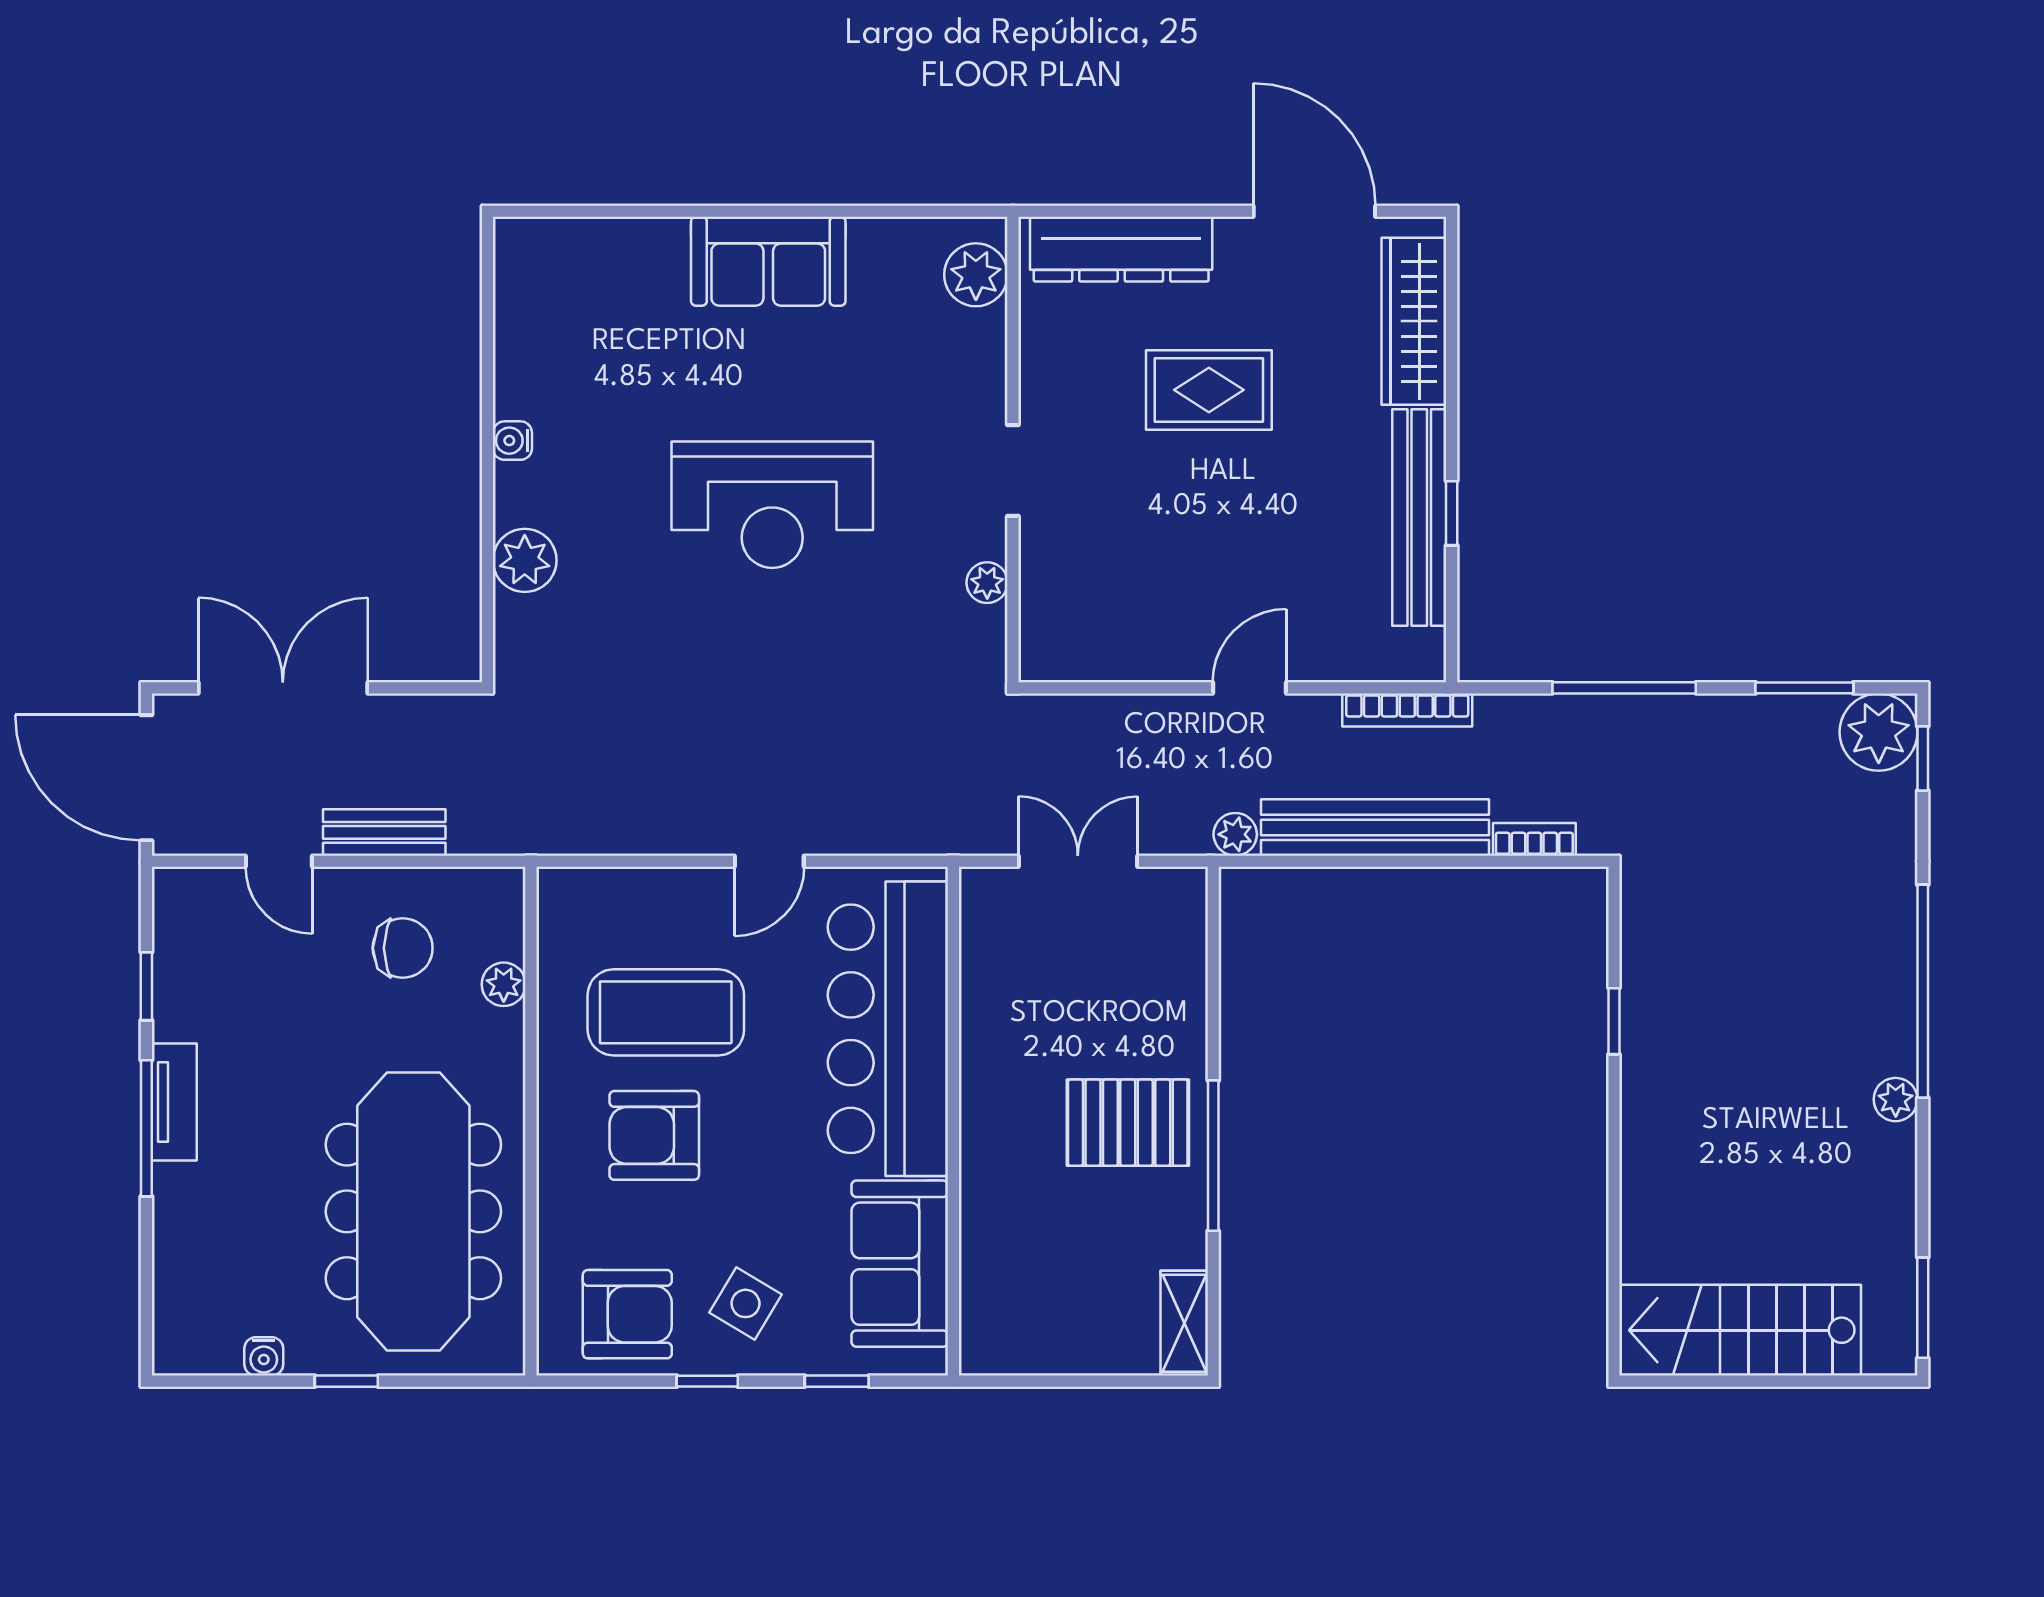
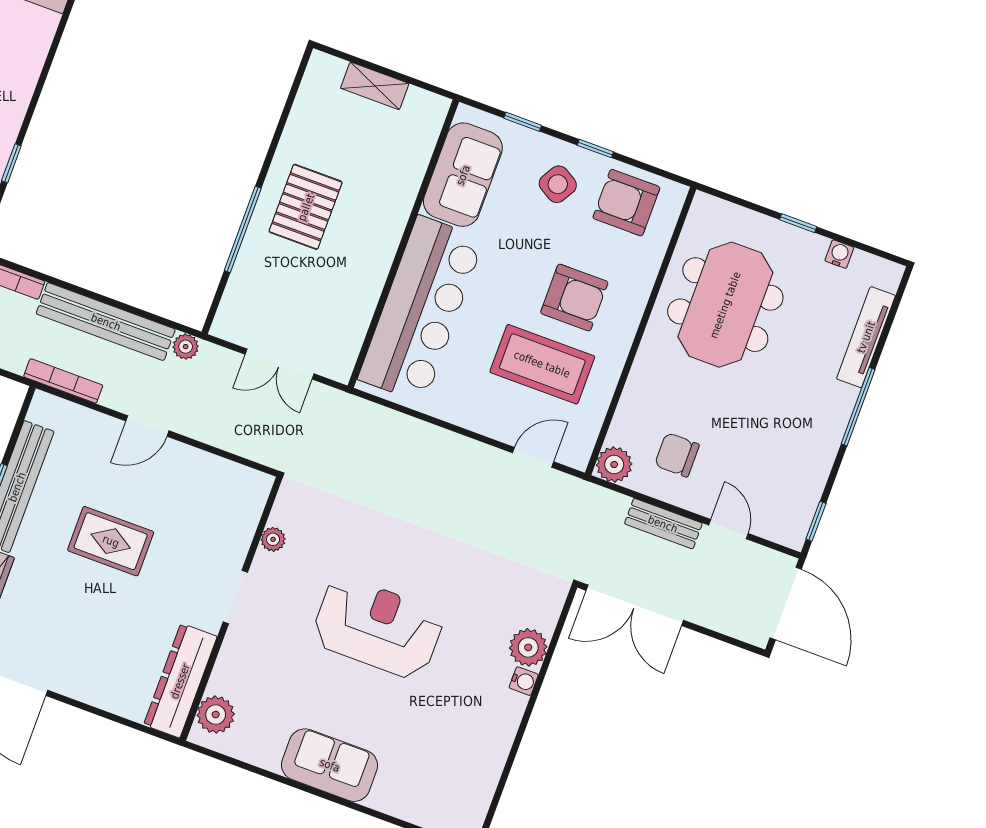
dresser: (1121, 249) -> (180, 681), moved, turned -90
rug: (1209, 390) -> (111, 541), moved
water cooler: (512, 441) -> (524, 681), moved
double door: (283, 688) -> (635, 605), moved
door: (769, 861) -> (533, 457), moved
plant: (504, 984) -> (614, 464), moved, width x1.38, depth x1.38
window: (146, 986) -> (816, 521), moved
tv unit: (174, 1102) -> (866, 337), moved, width x1.41
pallet: (1128, 1123) -> (306, 207), turned 90
window: (1213, 1156) -> (243, 229), moved
meeting table: (413, 1211) -> (725, 305), width x0.73
shelving: (1184, 1323) -> (375, 86), moved, turned 90

